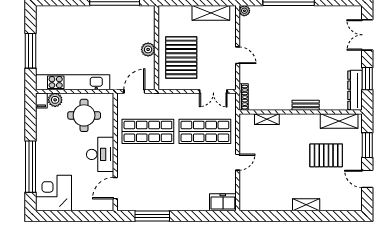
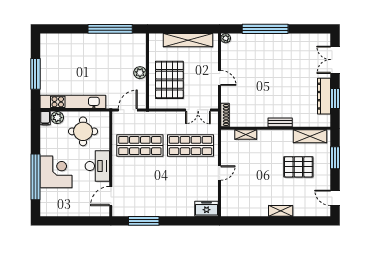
shelving: (211, 13) -> (188, 40), width x1.47
dresser: (355, 90) -> (324, 96), moved
door: (367, 179) -> (335, 198), moved
corner desk: (54, 193) -> (56, 172), moved, turned 90

